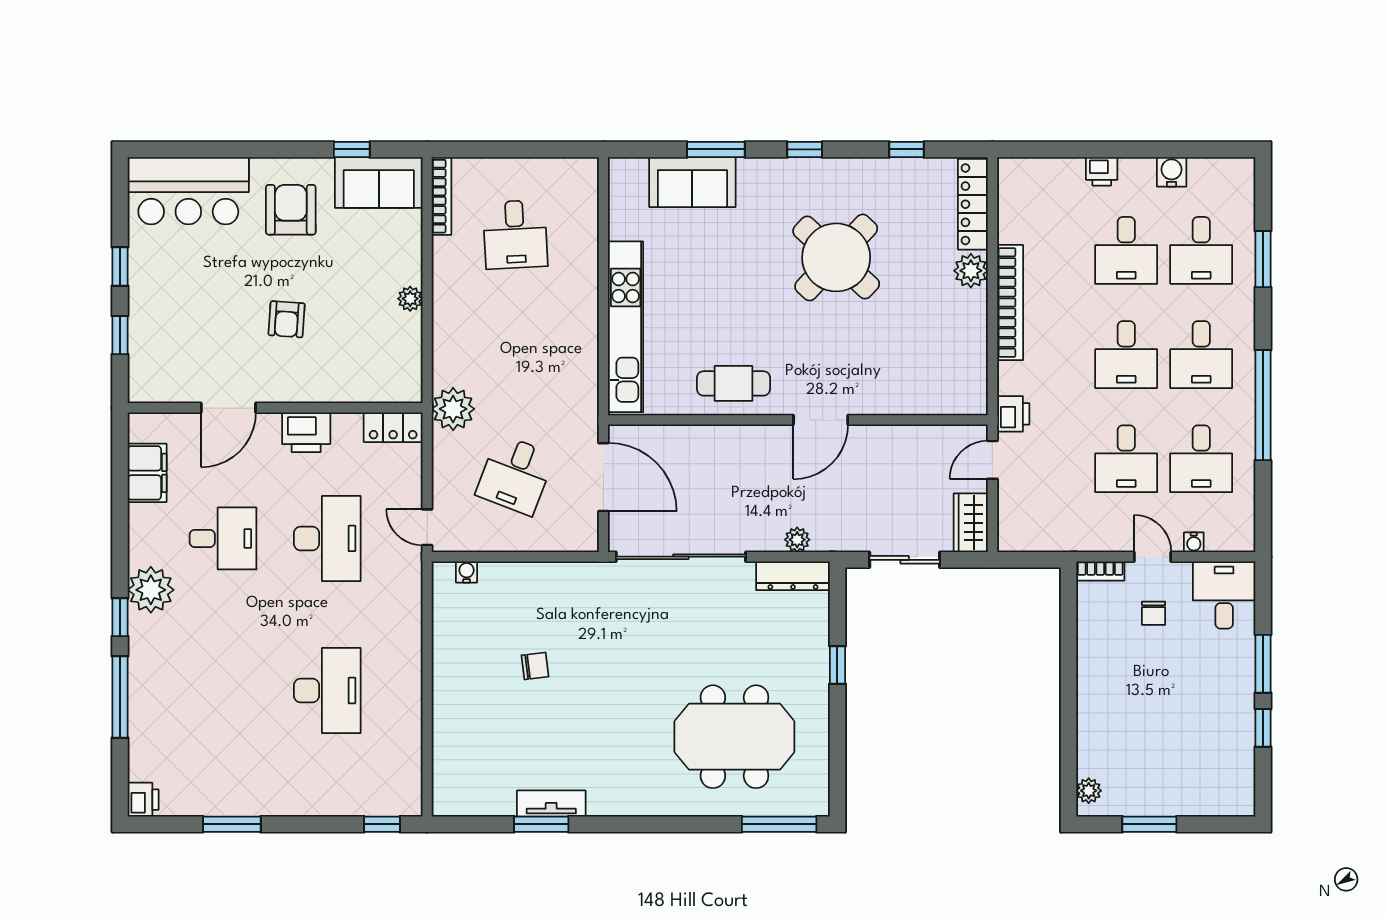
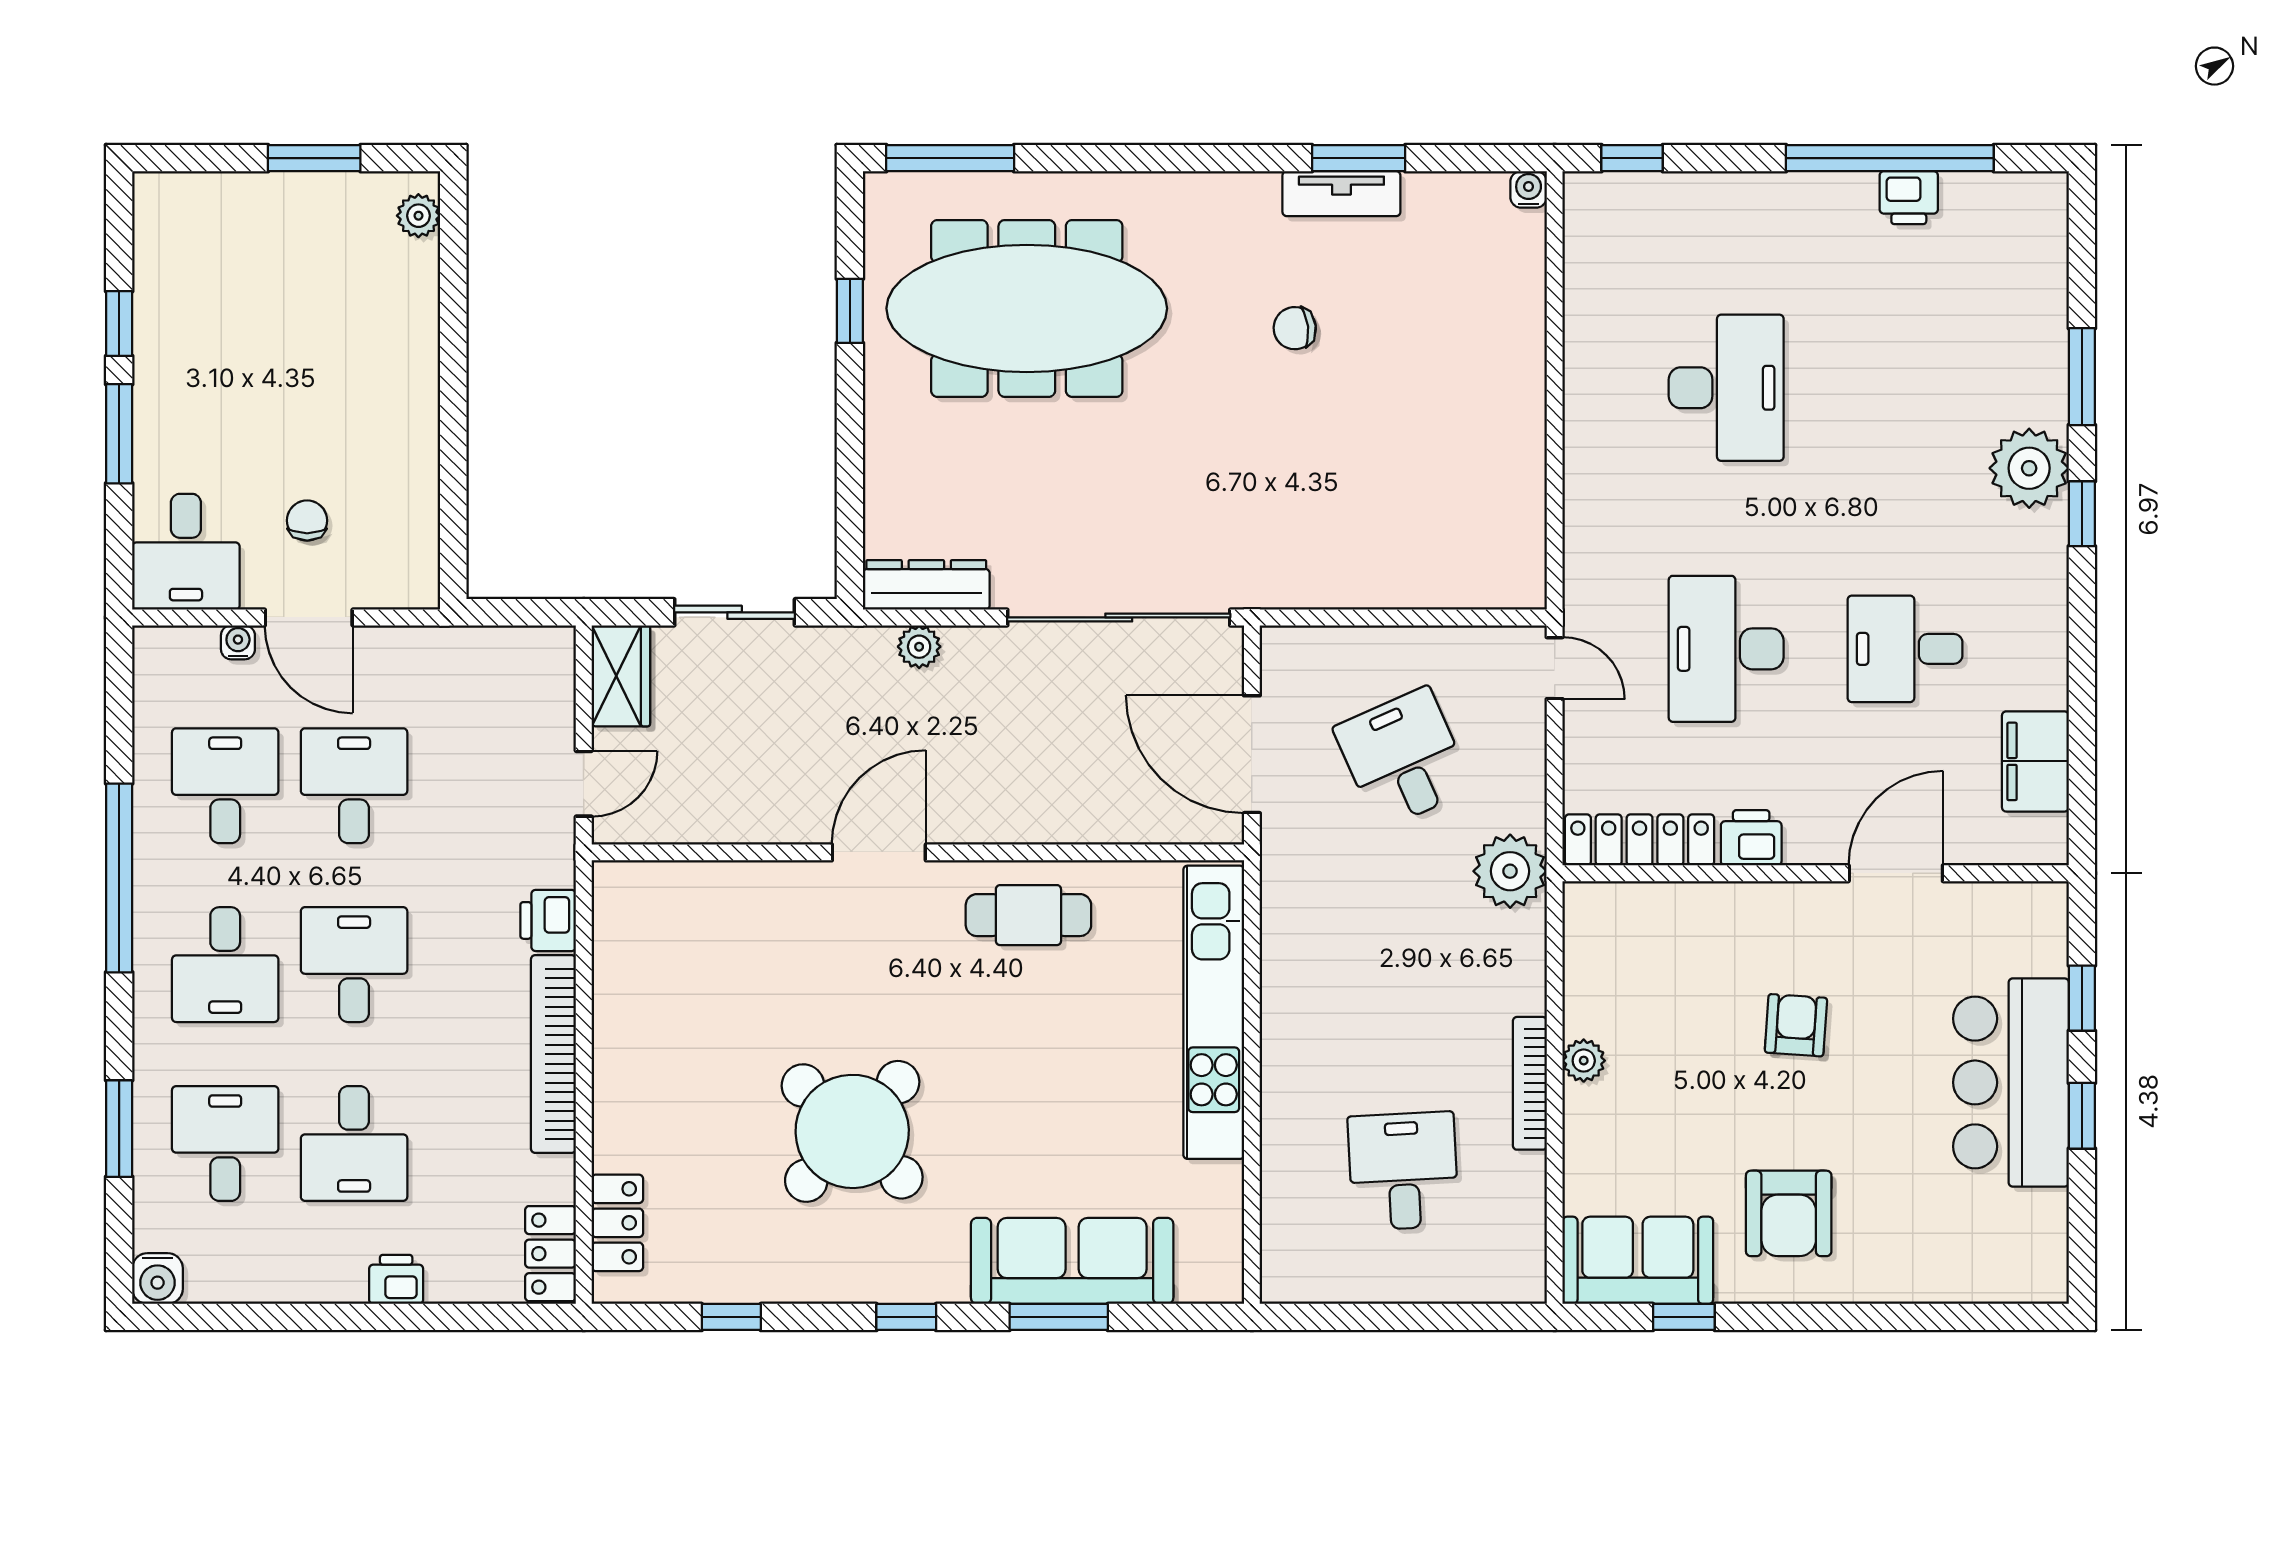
water cooler: (1172, 172) -> (158, 1279), moved
sofa: (692, 182) -> (1072, 1261), width x1.36
locker: (1012, 186) -> (550, 1254), added
bar counter: (188, 191) -> (2011, 1082), moved, turned -90
bookcase: (442, 196) -> (1530, 1083), moved
locker: (973, 204) -> (617, 1223), width x0.66
desk: (1126, 250) -> (354, 1143), turned 180
plant: (971, 271) -> (621, 1109), removed
desk: (1201, 355) -> (225, 965), turned 180
printer: (1013, 414) -> (548, 920), moved
locker: (393, 427) -> (1640, 840), width x1.53
printer: (306, 432) -> (1751, 838), width x0.73, depth x0.81
desk: (515, 475) -> (1403, 758), turned -45
door: (1153, 557) -> (309, 617), width x1.38
bookcase: (1100, 571) -> (399, 593), removed
water cooler: (467, 572) -> (1529, 189), moved, turned 180
plant: (151, 590) -> (2029, 468), moved
window: (837, 665) -> (850, 311), moved
chair: (535, 666) -> (1295, 328), moved
desk: (327, 690) -> (1726, 388), turned 180
window: (120, 697) -> (2082, 377), width x0.69
meeting table: (734, 737) -> (1027, 308), width x1.36
printer: (143, 800) -> (1909, 198), moved, turned -90
window: (232, 824) -> (1890, 158), width x2.11

